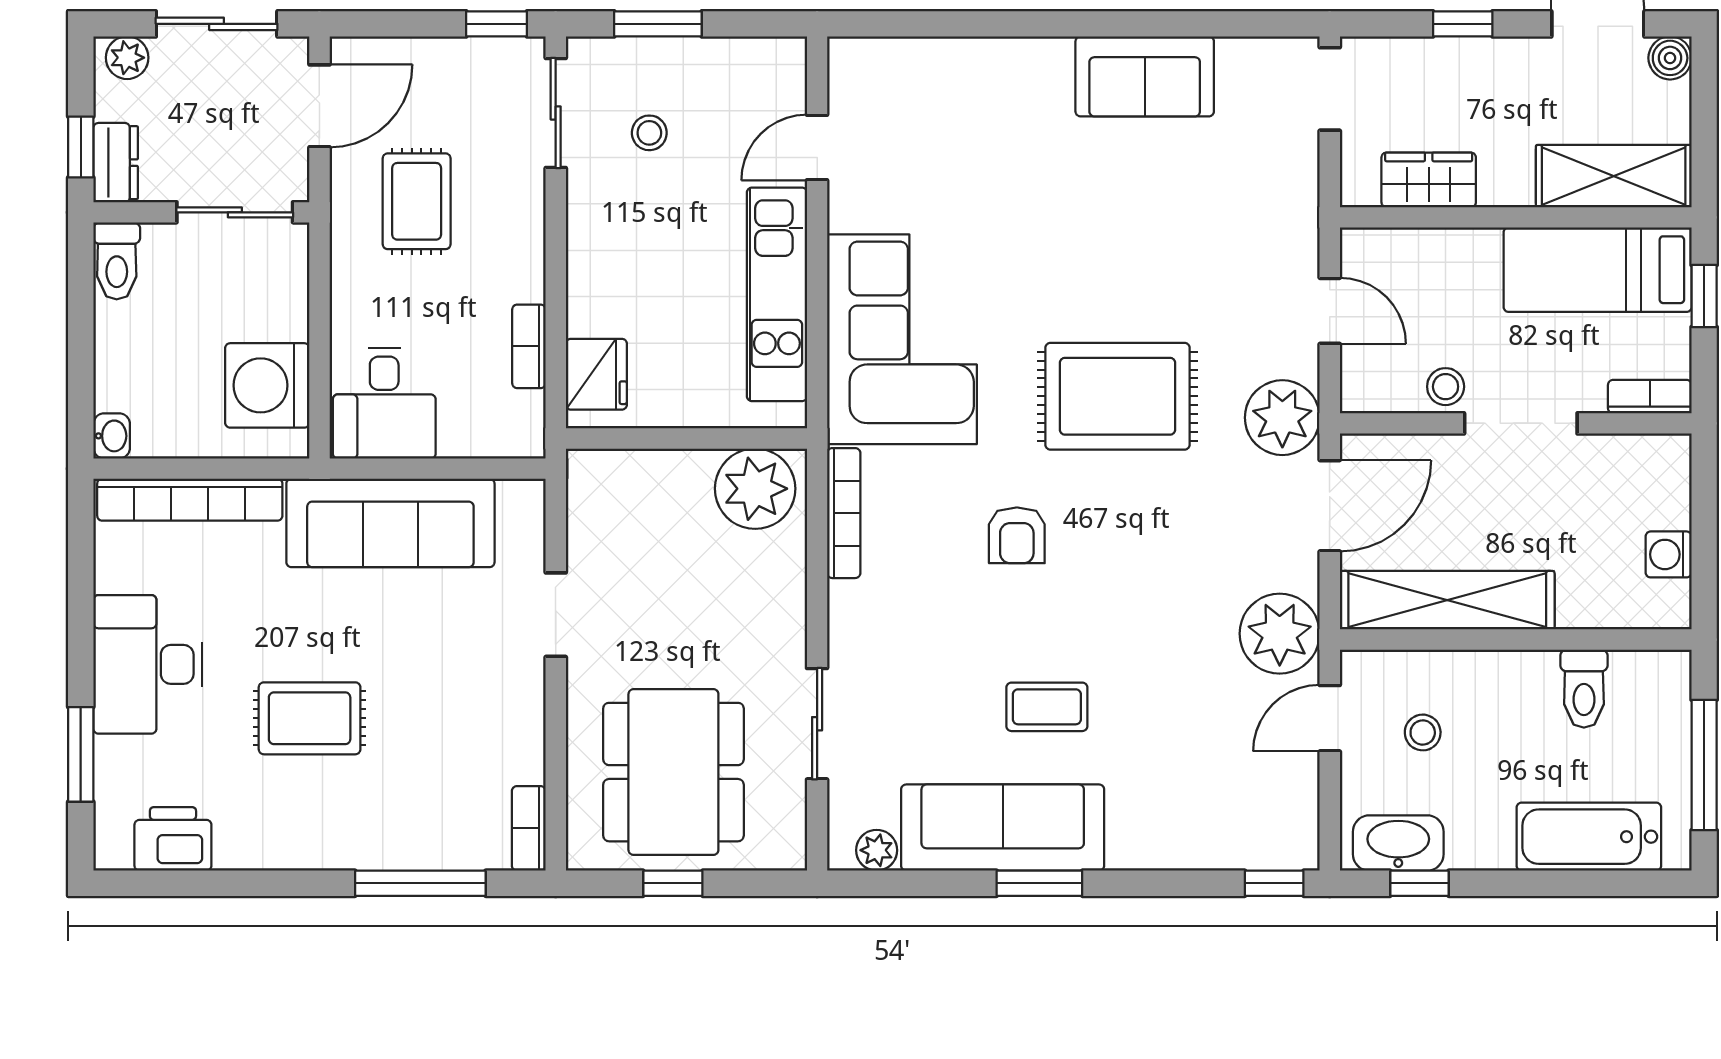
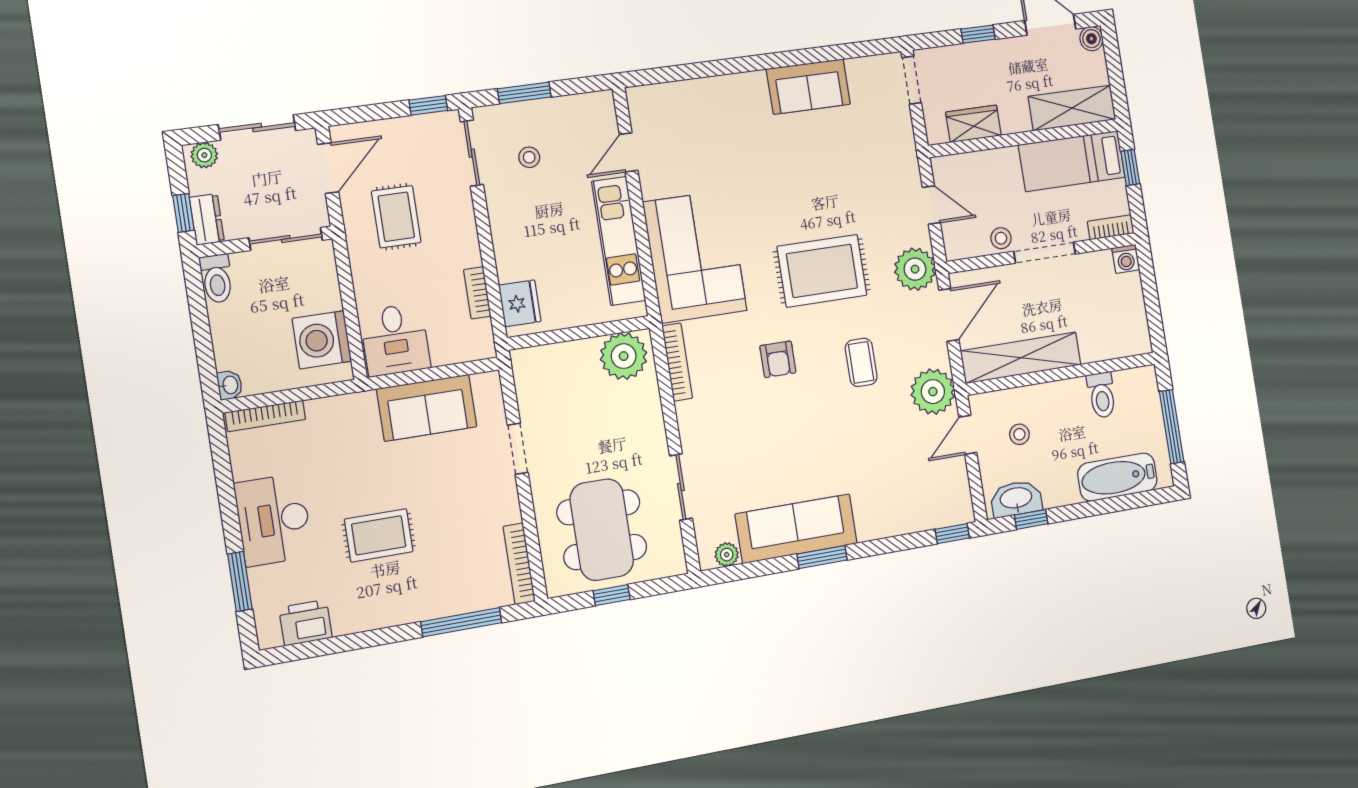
bookcase: (190, 500) -> (265, 416), width x0.68, depth x0.76
sofa: (390, 523) -> (427, 408), width x0.73
washing machine: (1669, 554) -> (1126, 259), moved, turned -90
coffee table: (1047, 707) -> (861, 362), moved, turned 90
bookcase: (529, 828) -> (519, 564), width x1.56

